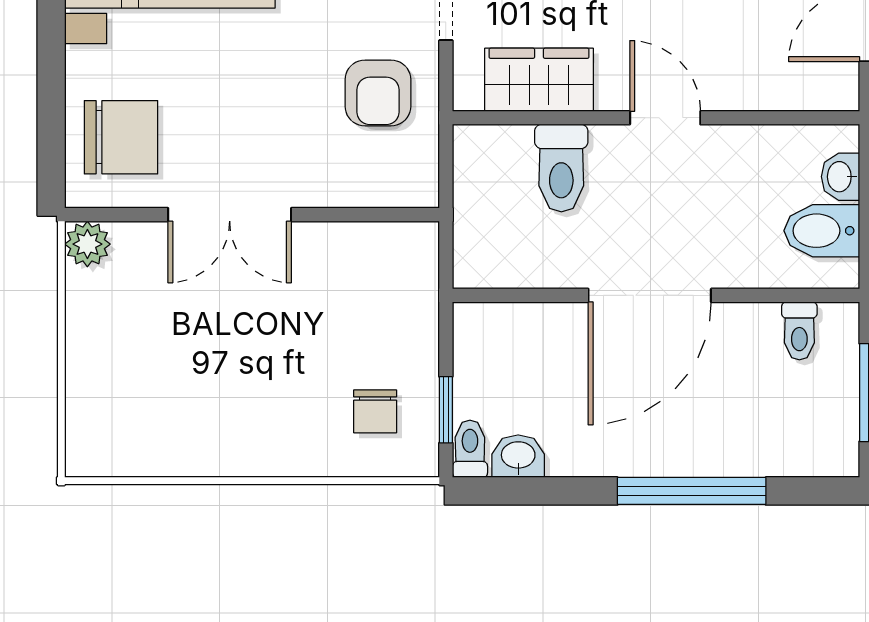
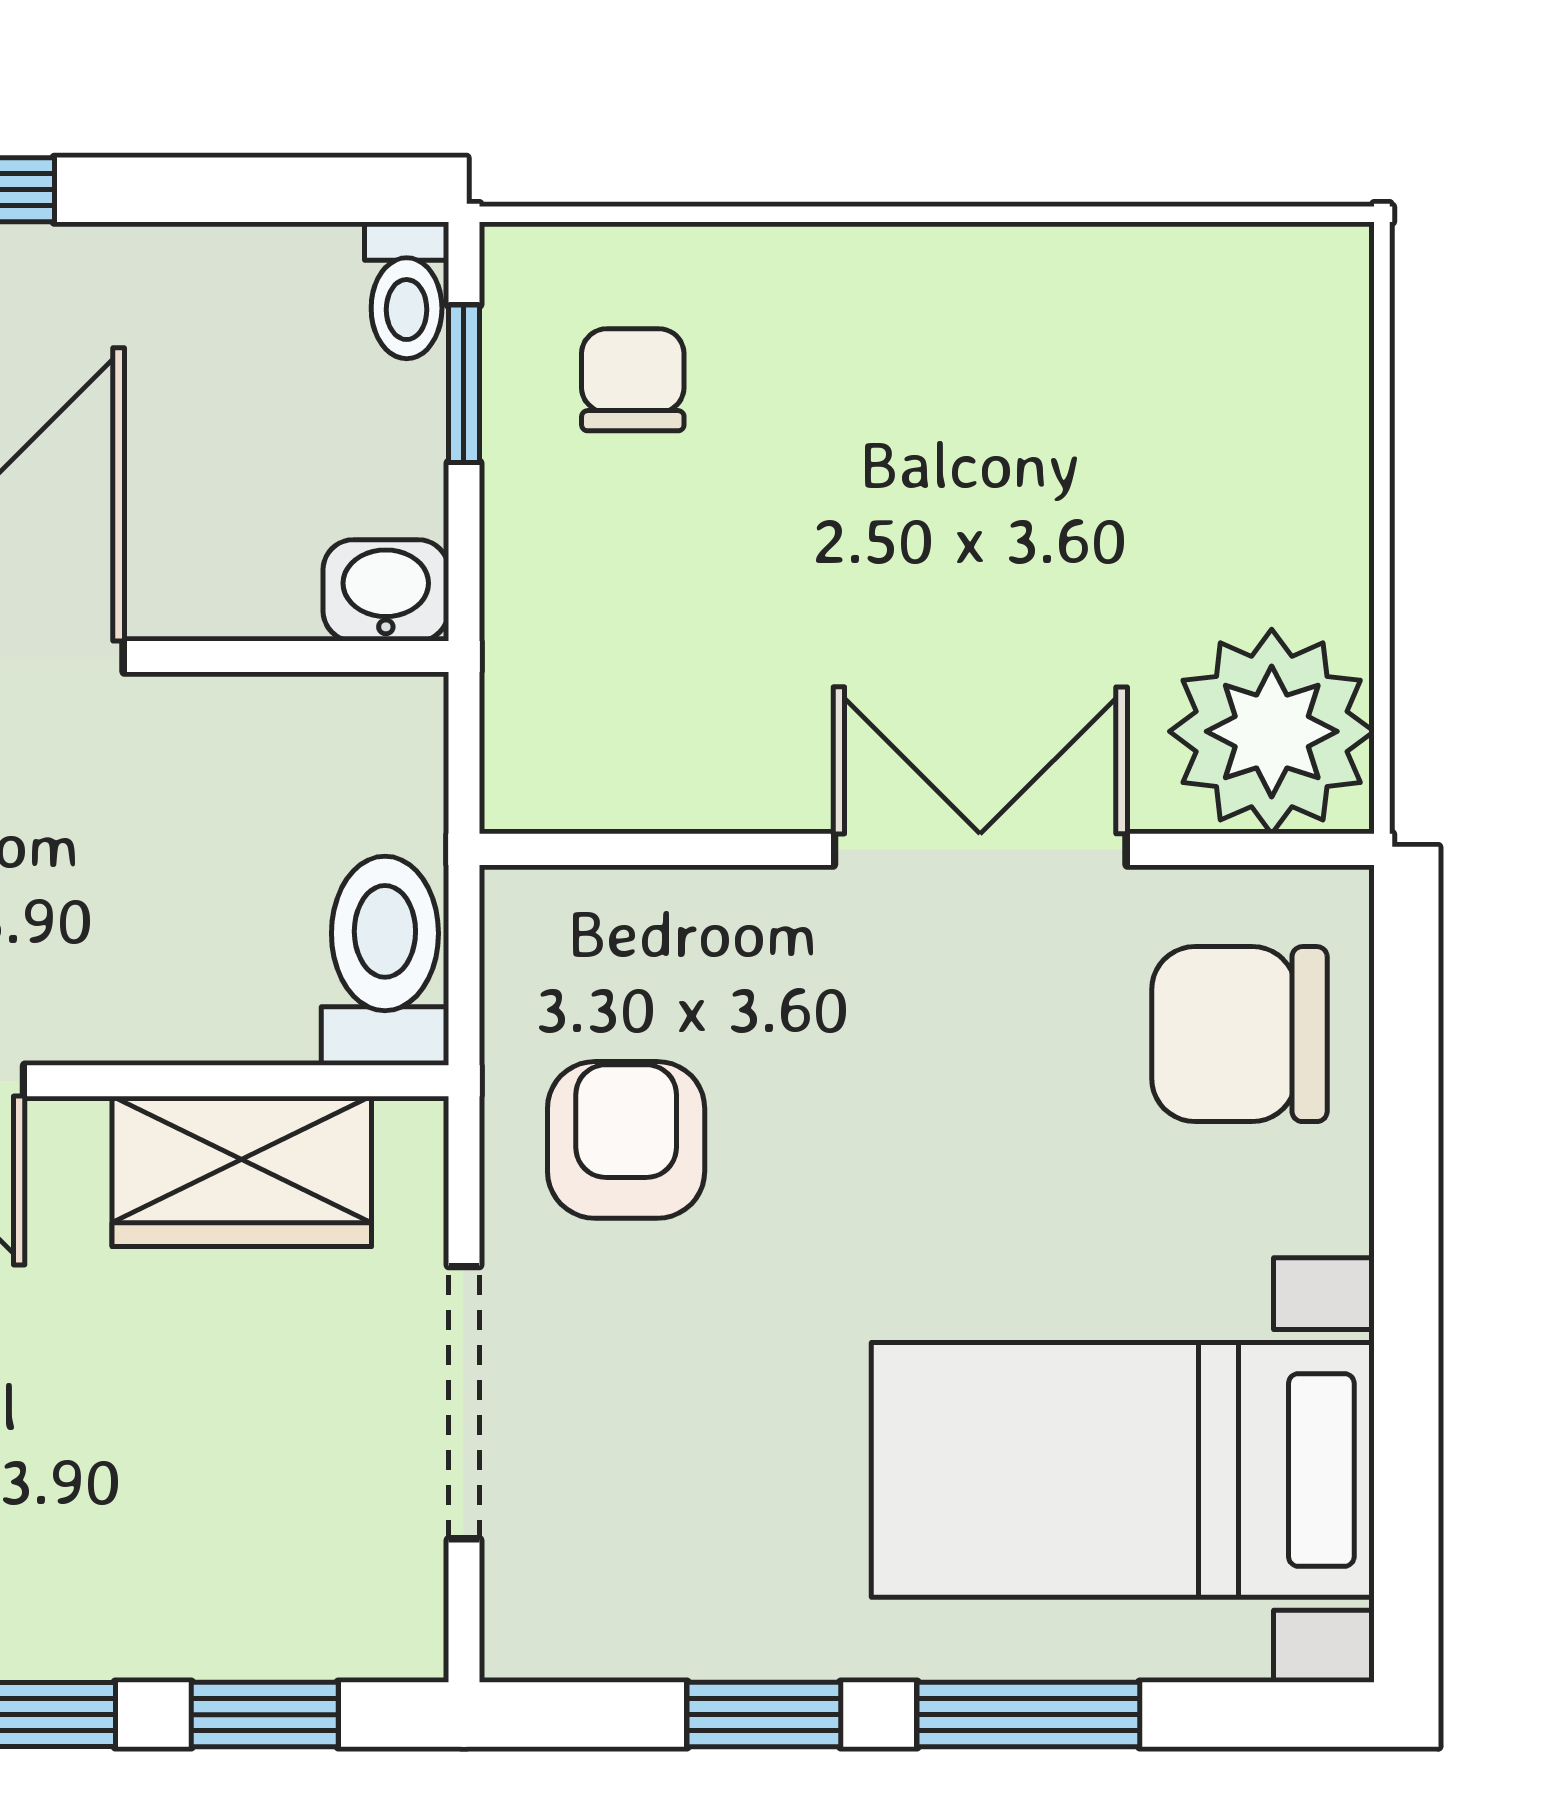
toilet: (561, 168) -> (385, 961), moved
plant: (87, 244) -> (1272, 731), width x1.88, depth x1.88
washbasin: (518, 456) -> (386, 590), moved, turned 180

